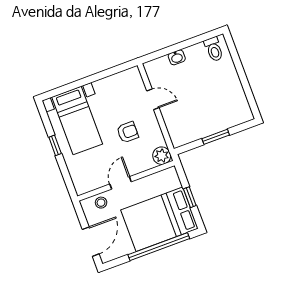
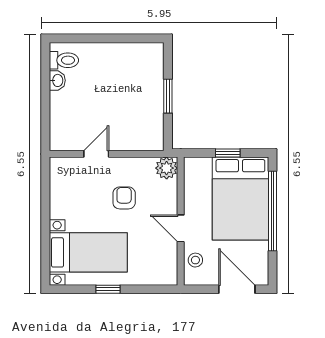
washbasin: (177, 57) -> (57, 80), moved

